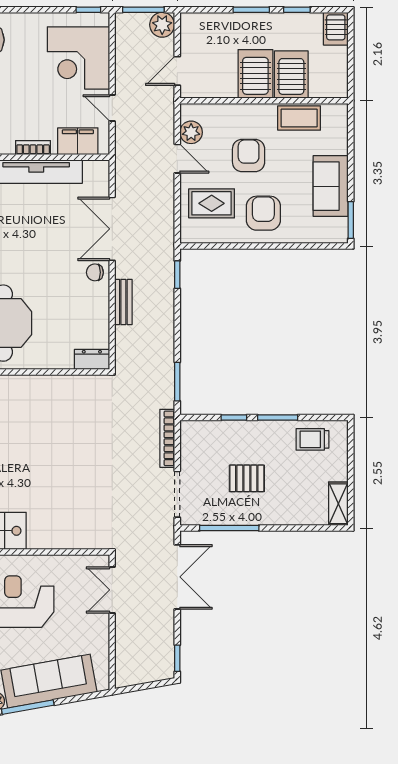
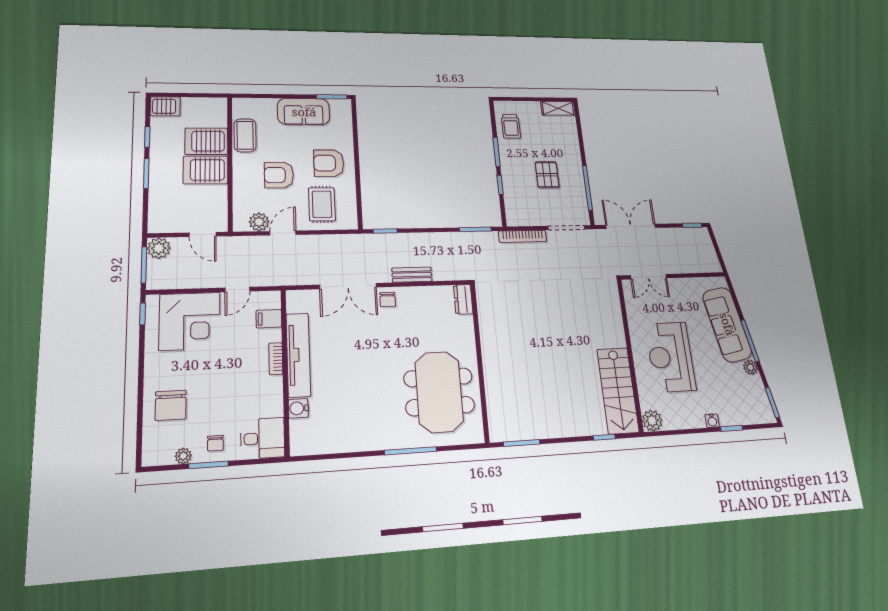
filing cabinet: (78, 141) -> (269, 319), width x0.50

